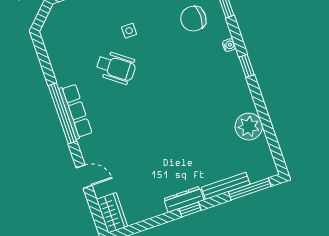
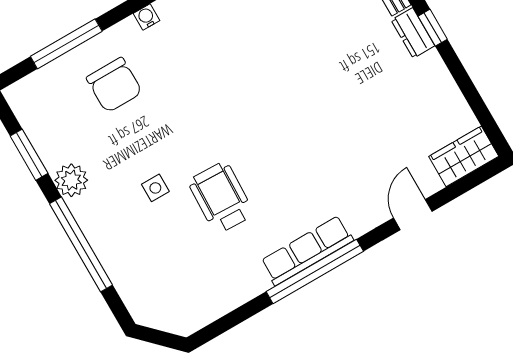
wheelchair: (116, 68) -> (221, 198), turned -35
dresser: (184, 199) -> (413, 33), width x0.70

